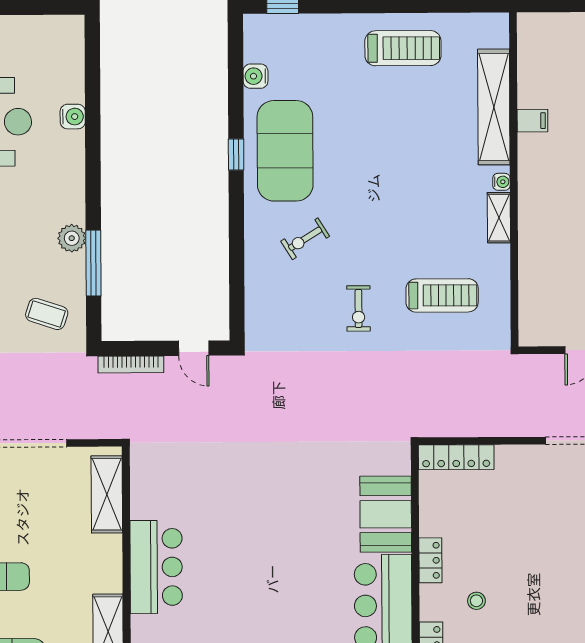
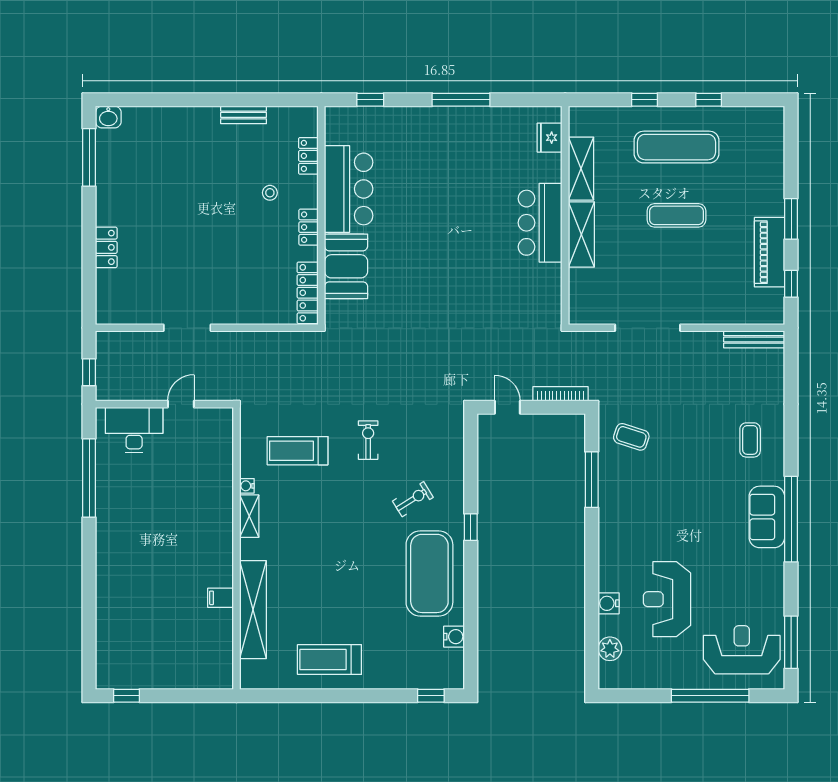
window: (236, 154) -> (471, 527), moved
water cooler: (501, 182) -> (247, 486), moved
plant: (72, 238) -> (610, 649), moved
locker: (456, 457) -> (308, 293), moved, turned -90
shelving: (107, 494) -> (581, 234), moved

